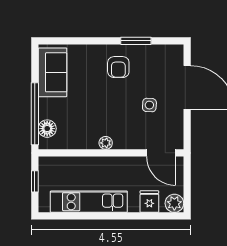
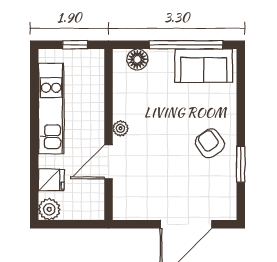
armchair: (118, 67) -> (210, 143), turned 56
side table: (149, 105) -> (165, 180), removed
window: (35, 114) -> (186, 45), moved
door: (161, 153) -> (109, 162), moved

